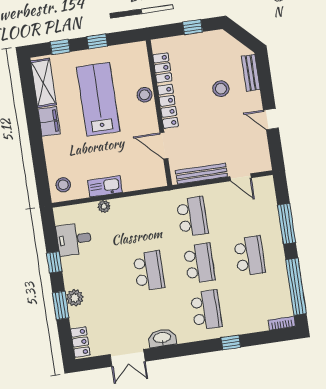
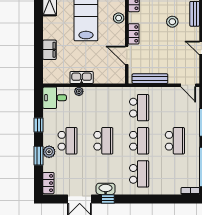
locker: (168, 106) -> (134, 34), width x0.66
filing cabinet: (49, 121) -> (50, 50), moved
door: (241, 177) -> (188, 85), moved
stool: (63, 185) -> (53, 72), removed
desk: (74, 239) -> (55, 98), moved
school desk: (98, 278) -> (68, 141), added
window: (231, 342) -> (108, 199), moved

